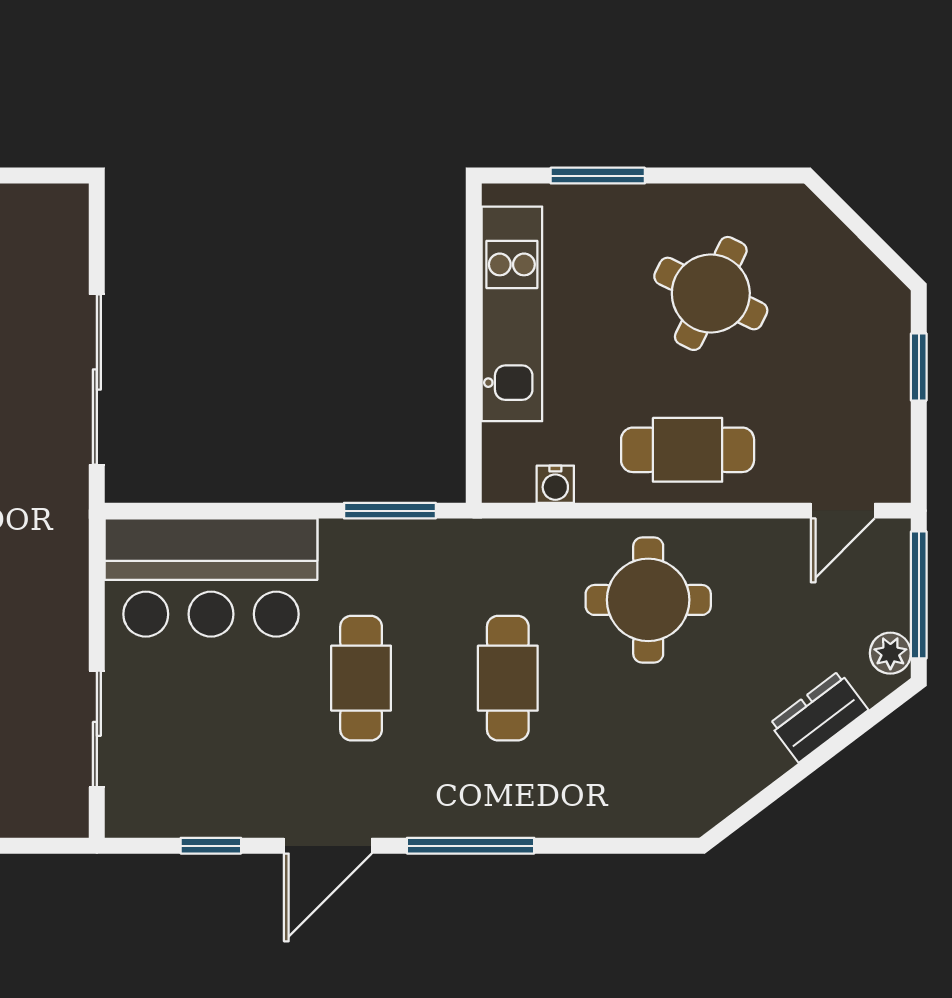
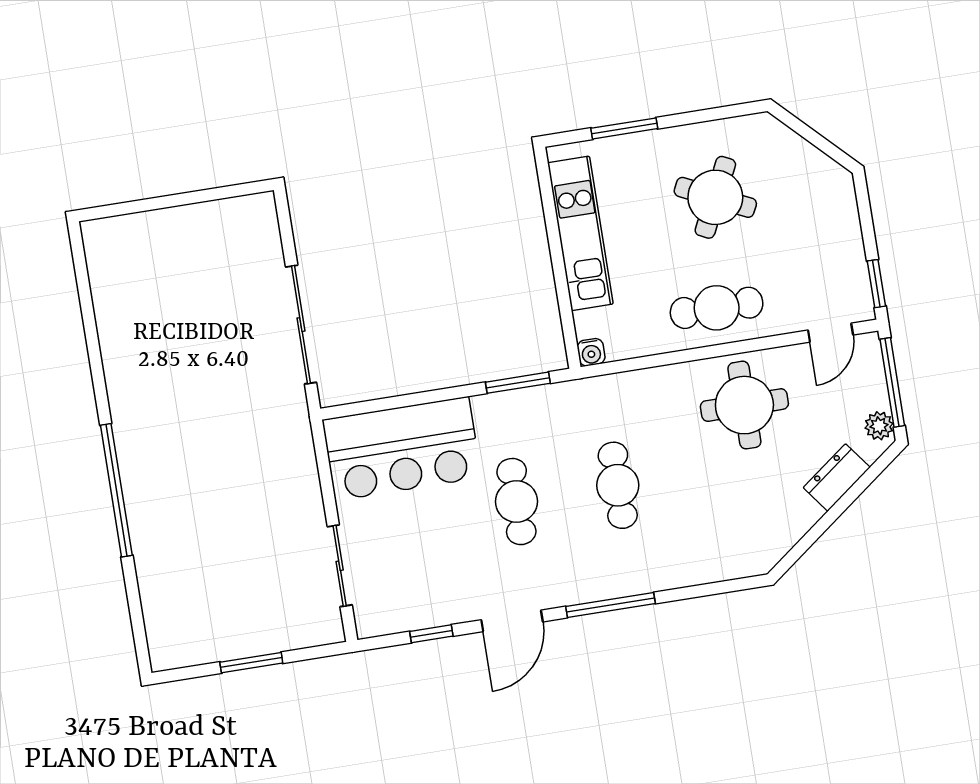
window: (919, 367) -> (876, 284), moved
water cooler: (555, 484) -> (591, 352), moved
round table: (648, 600) -> (744, 405), moved

